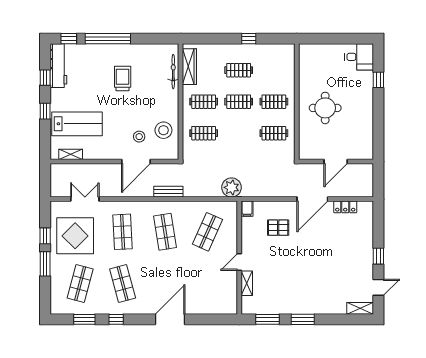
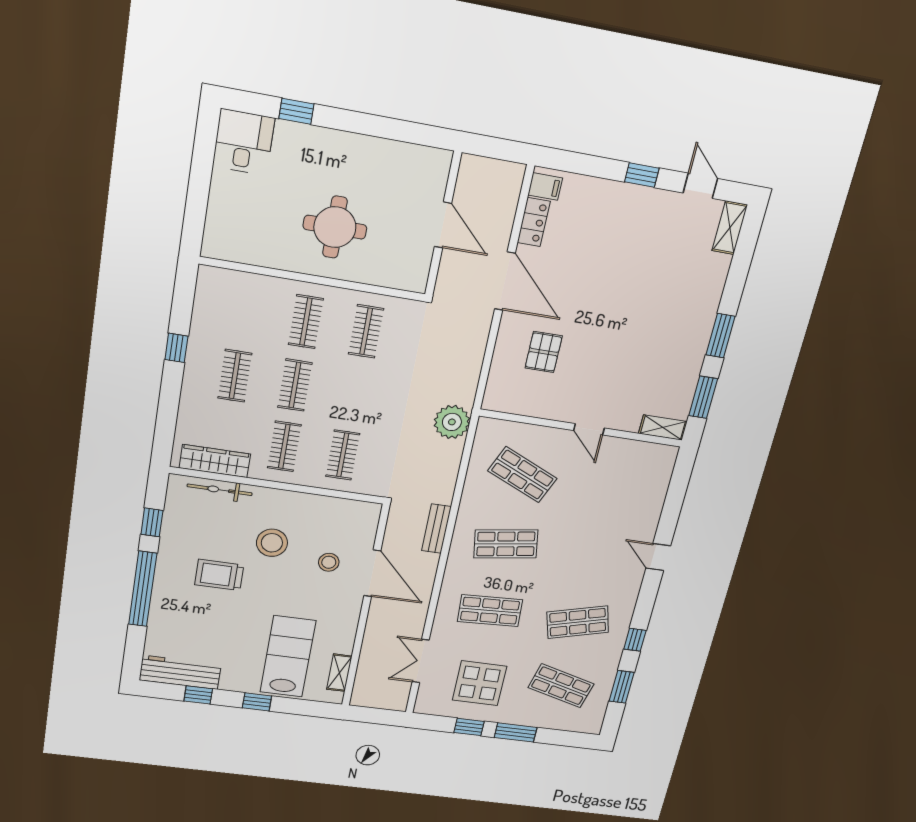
window: (69, 39) -> (152, 522), moved
stool: (163, 130) -> (272, 543), moved
filing cabinet: (247, 209) -> (545, 187), moved
display table: (75, 236) -> (480, 683), width x0.73, depth x0.73
shelving: (247, 283) -> (663, 428), moved
door: (170, 319) -> (658, 557), width x0.53

